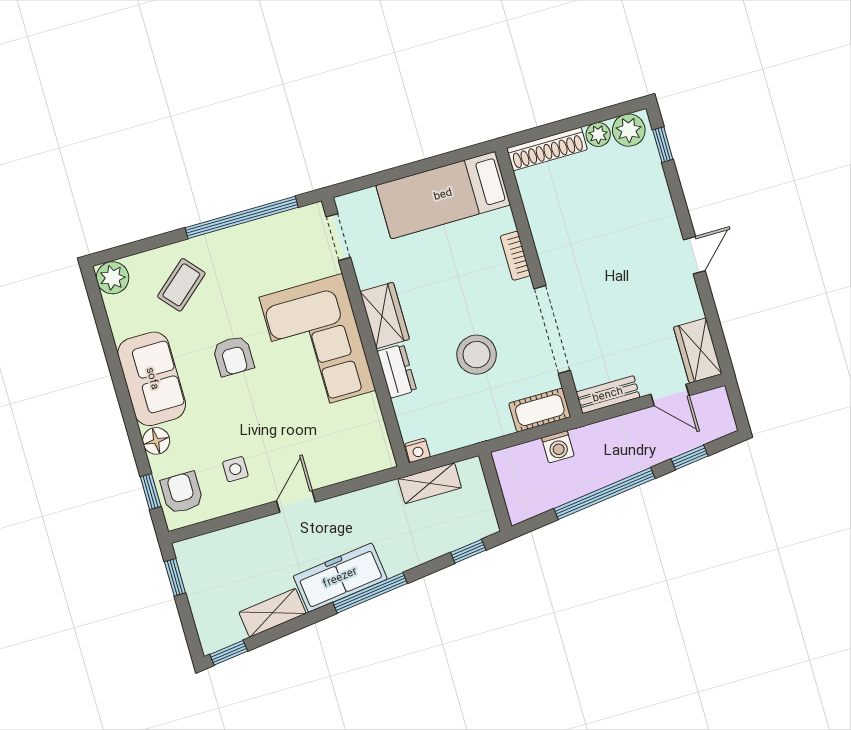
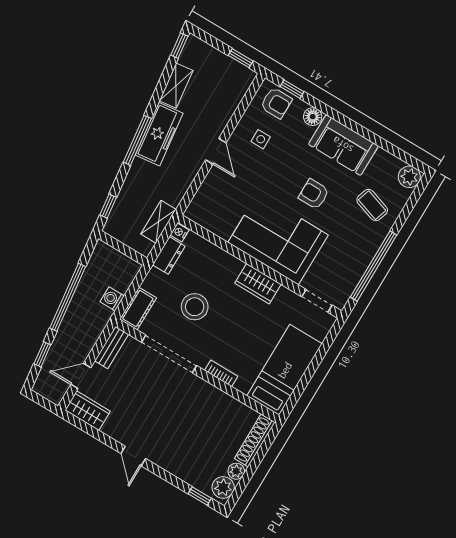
coffee table: (181, 285) -> (372, 205), turned -31
dresser: (397, 371) -> (169, 255), moved, turned -90

